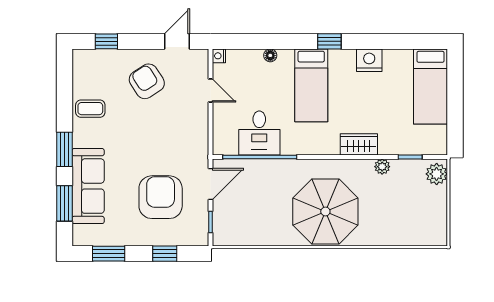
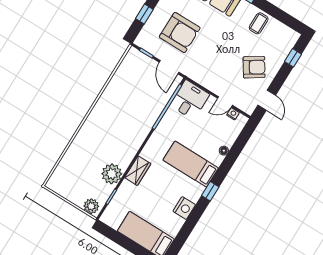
nightstand: (219, 56) -> (233, 114), moved
desk: (259, 133) -> (190, 100), moved, turned 90
plant: (382, 167) -> (112, 174), width x1.88, depth x1.88
parasol: (325, 211) -> (110, 126), removed

